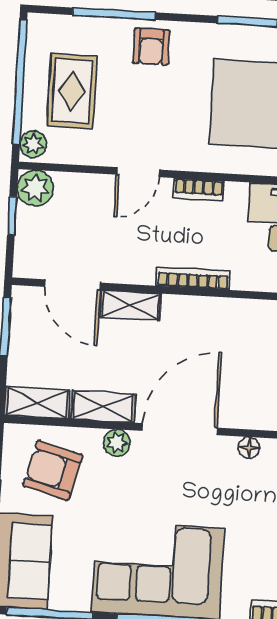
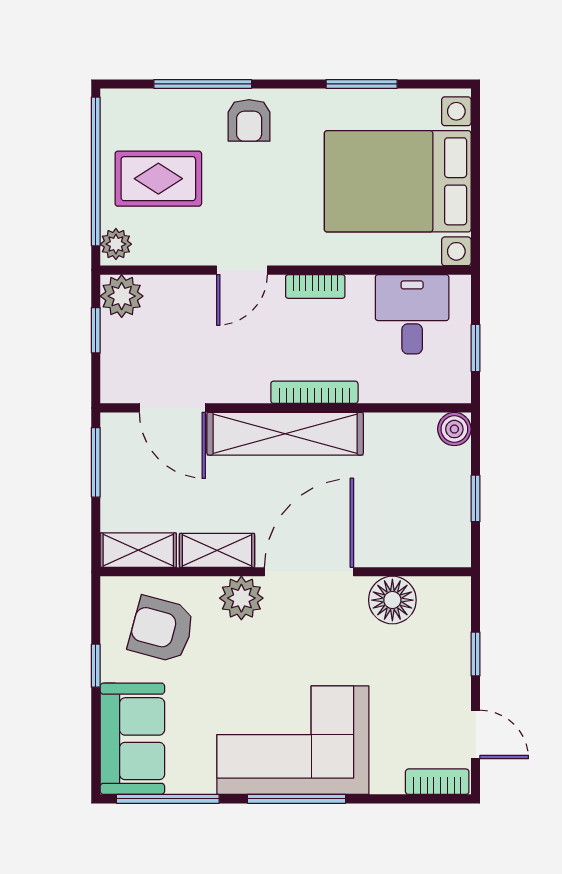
rug: (72, 91) -> (158, 179), turned 90
shelving: (131, 305) -> (285, 434), width x2.20, depth x1.33
plant: (117, 443) -> (241, 598), width x1.38, depth x1.38
floor lamp: (249, 448) -> (392, 600), width x1.89, depth x1.89

